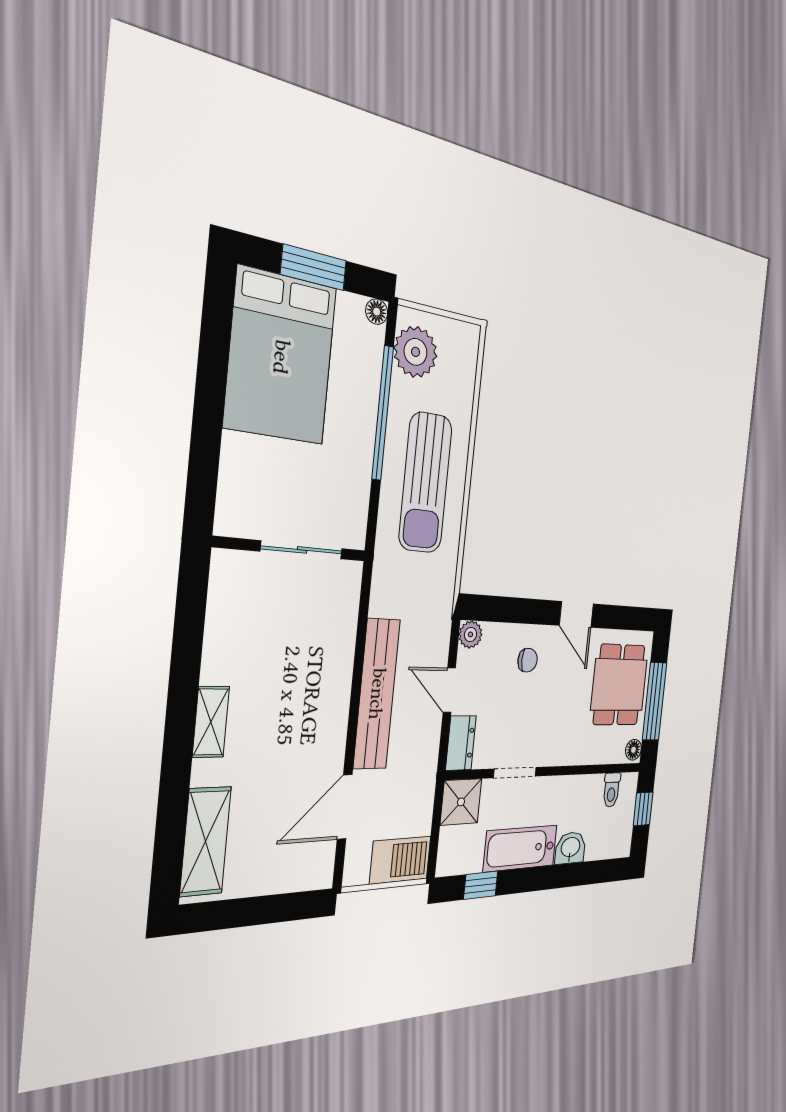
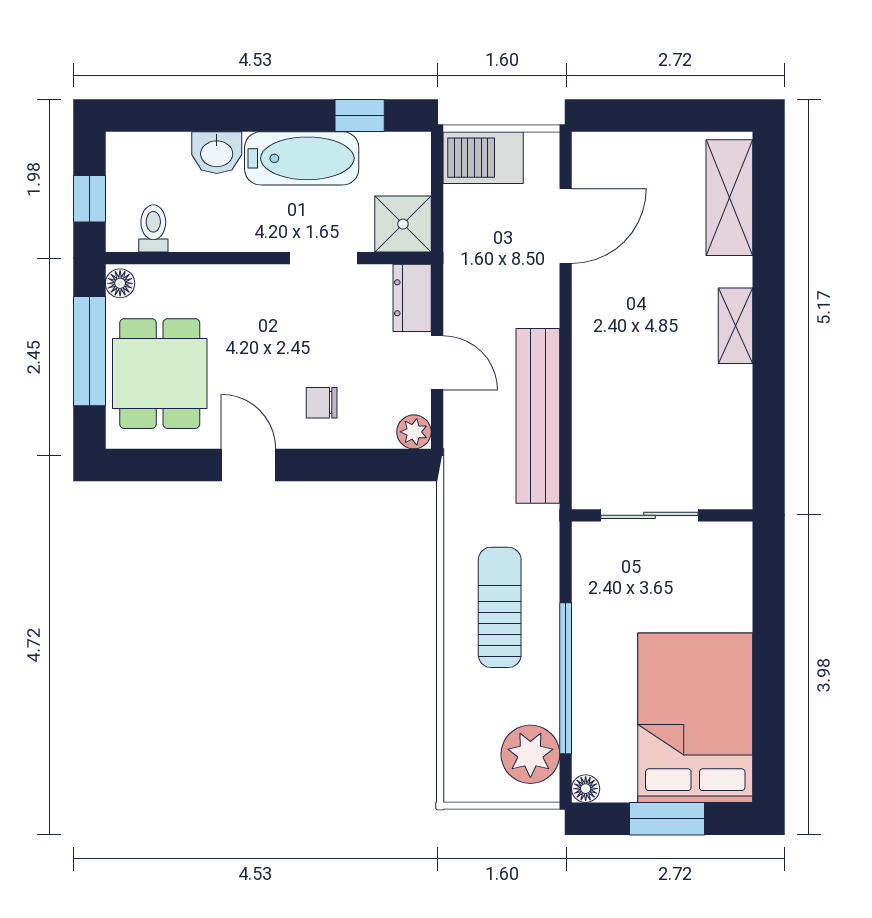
sun lounger: (425, 483) -> (500, 607), width x0.73, depth x0.75
bench: (377, 694) -> (538, 416), moved

